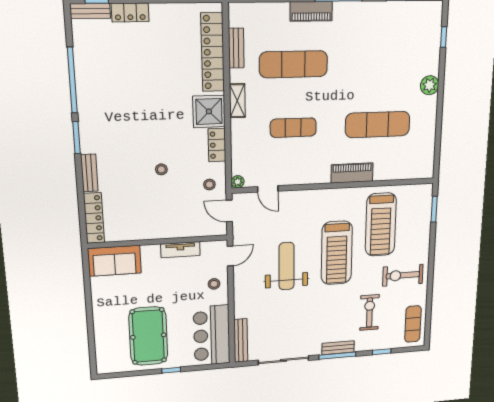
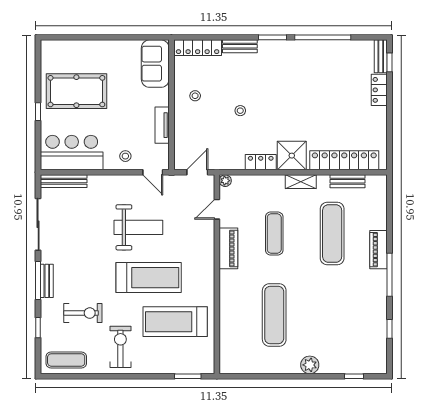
piano: (352, 173) -> (228, 248), moved
stool: (209, 185) -> (195, 96), moved
treadmill: (337, 253) -> (149, 278), turned 180

